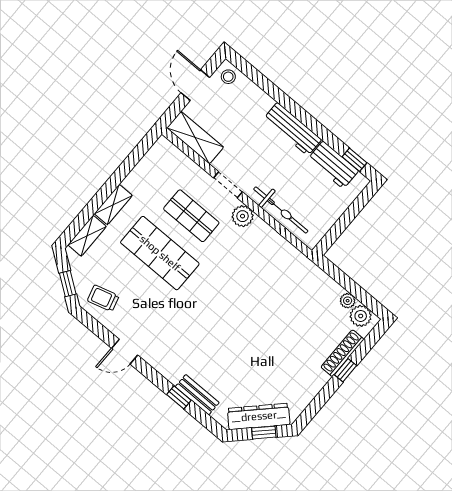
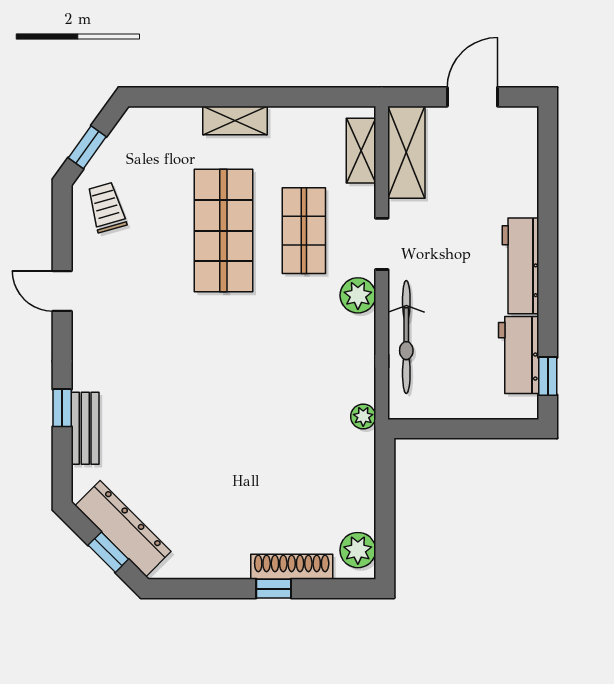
stool: (228, 77) -> (518, 129), removed
shelving: (87, 236) -> (361, 151), moved, turned 90
plant: (348, 301) -> (363, 417), moved

